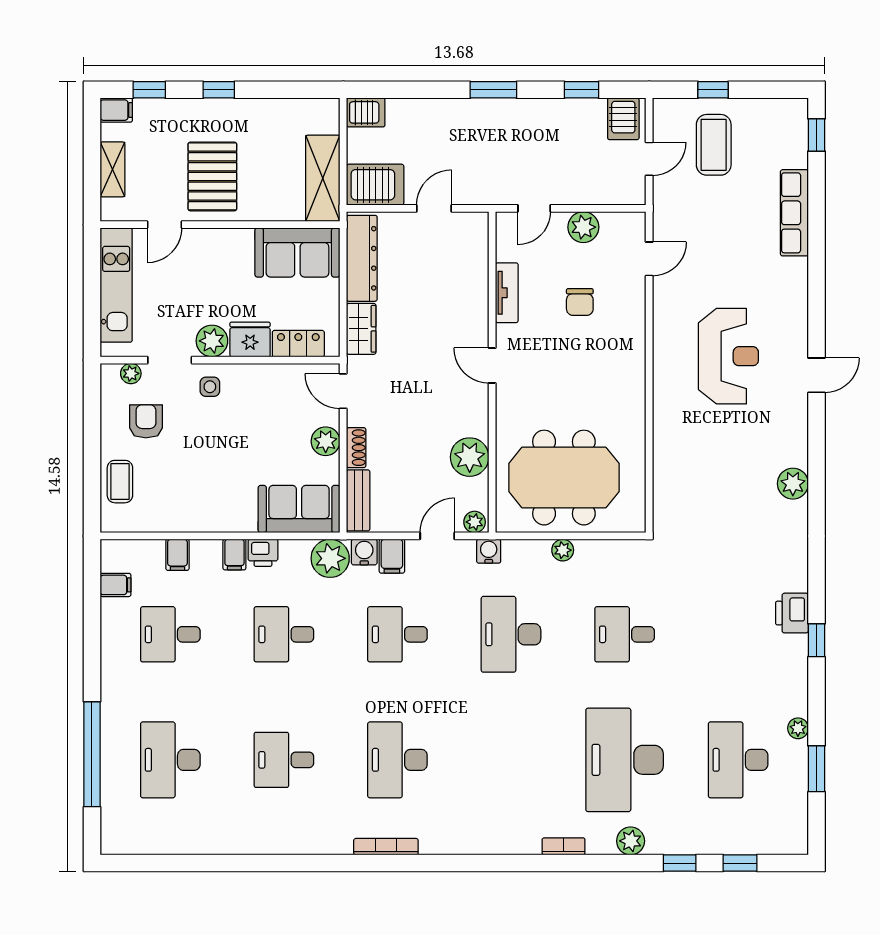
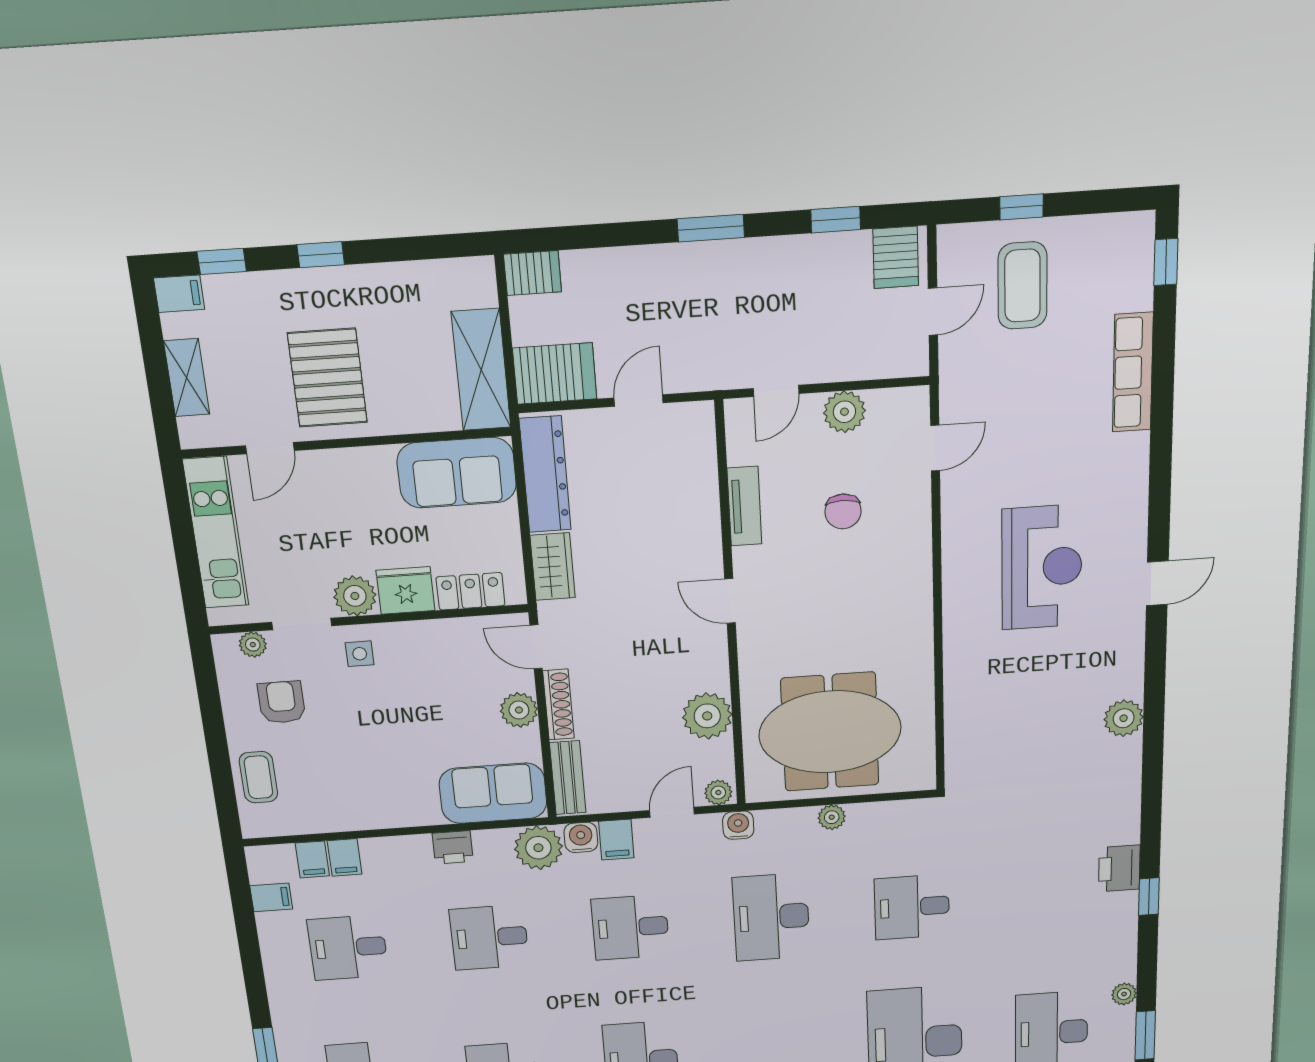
shoe rack: (356, 448) -> (558, 705), width x1.43
filing cabinet: (234, 555) -> (312, 860), moved

